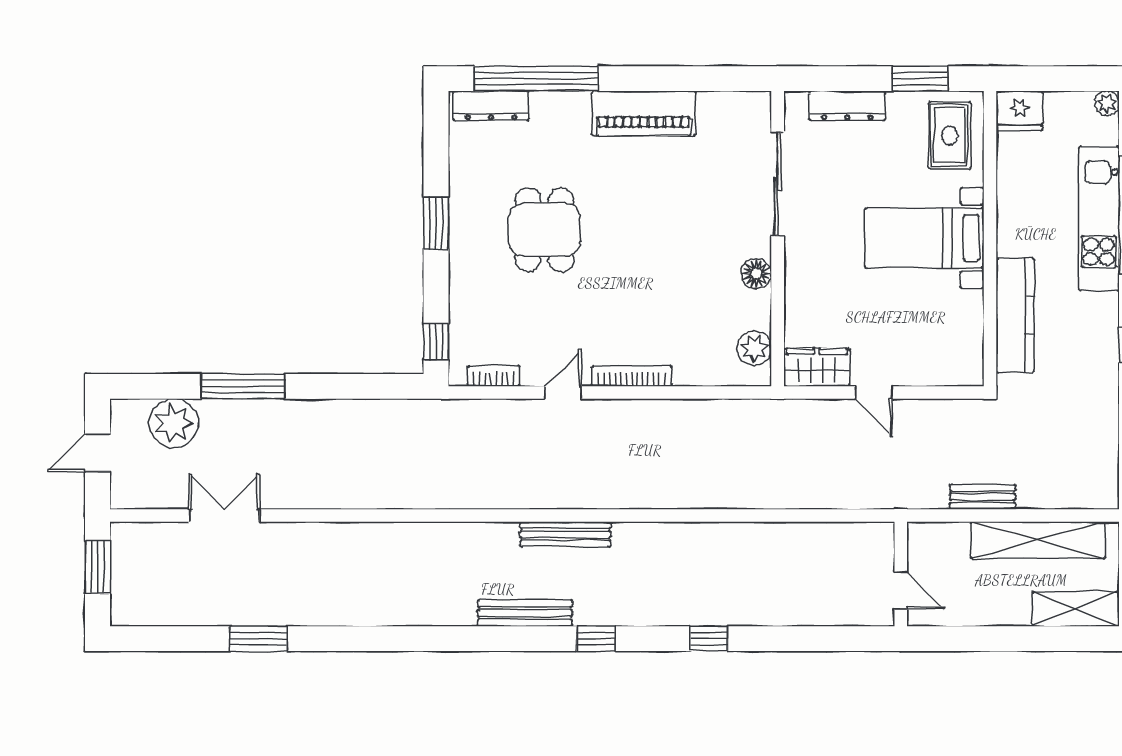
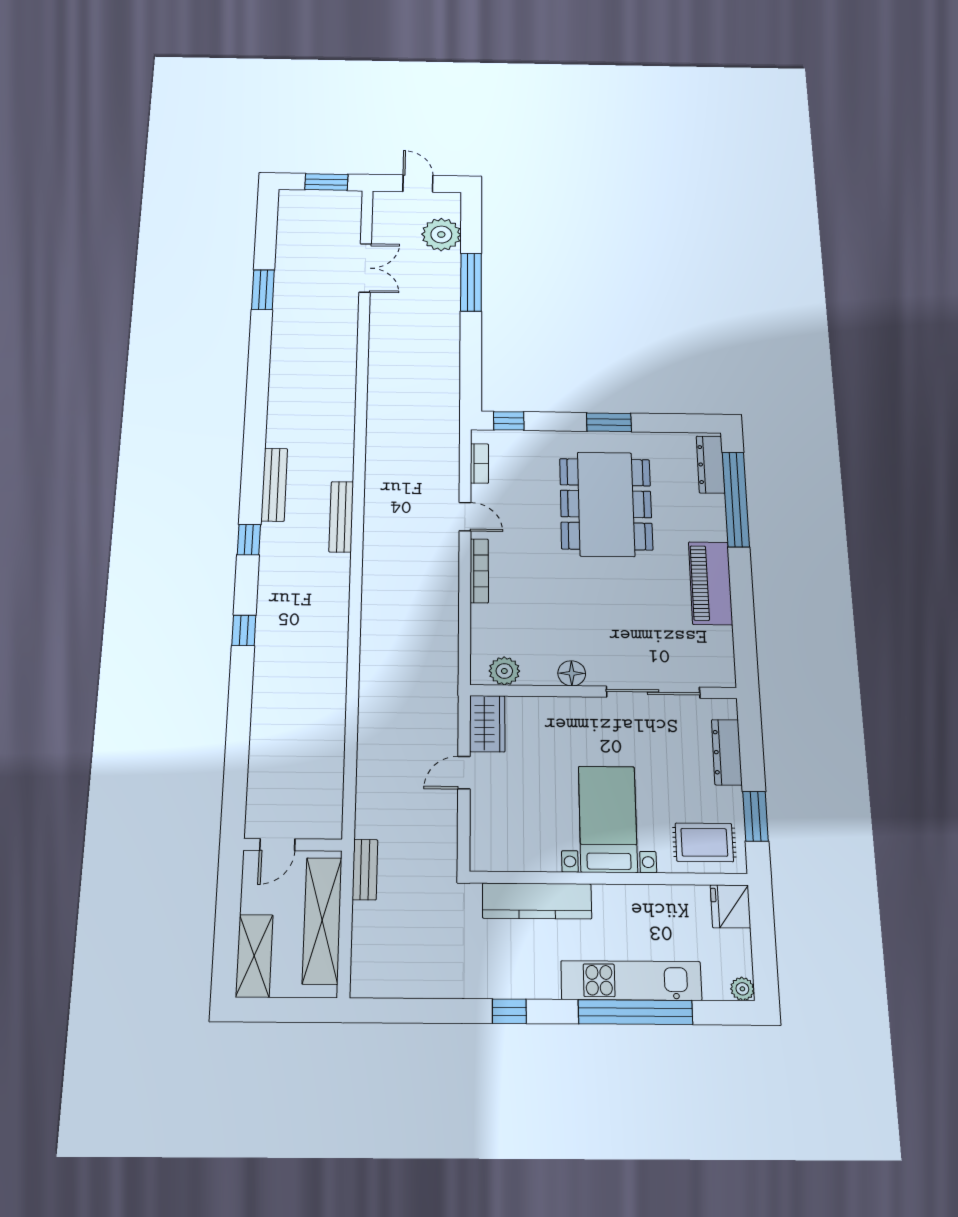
dining table: (544, 230) -> (606, 504), width x1.88, depth x1.24
wall: (901, 574) -> (293, 845), moved
door: (901, 591) -> (277, 845), moved

